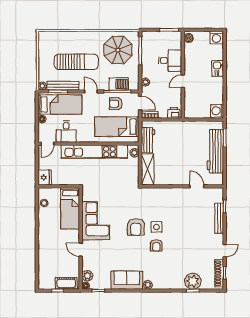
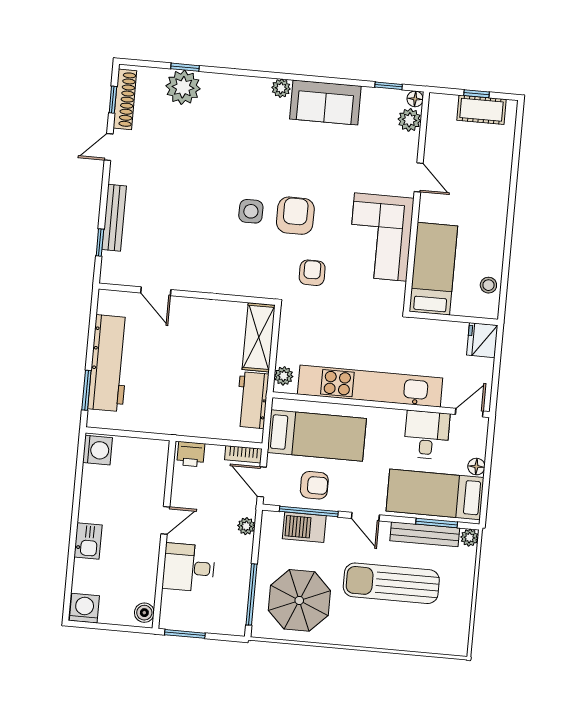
armchair: (156, 245) -> (312, 273), moved
cot: (66, 283) -> (482, 110), moved

